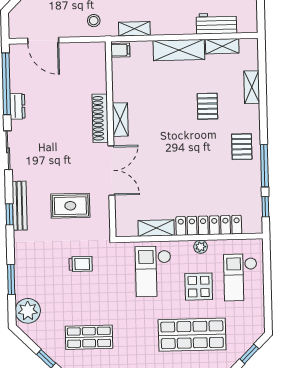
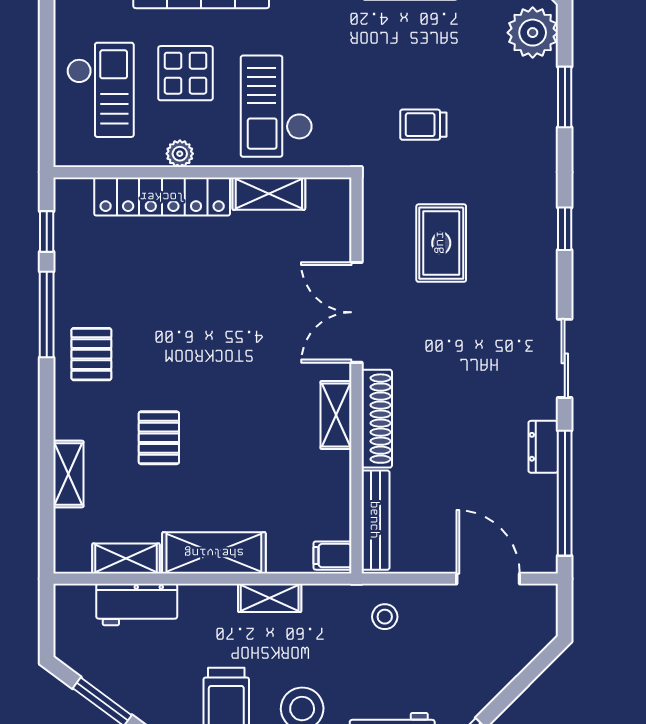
shelving: (134, 29) -> (270, 598), moved
bench: (20, 206) -> (375, 520), moved
rug: (70, 206) -> (441, 243), turned 90
checkout: (153, 271) -> (276, 106), turned 180

